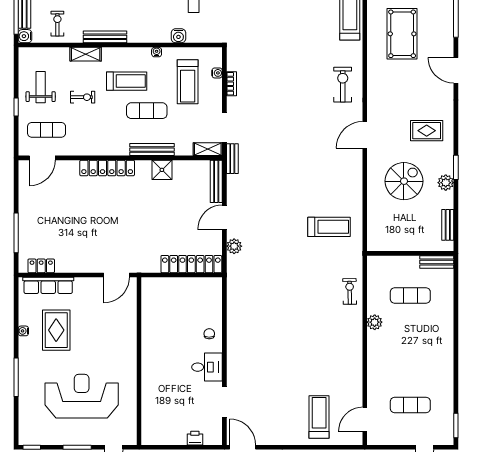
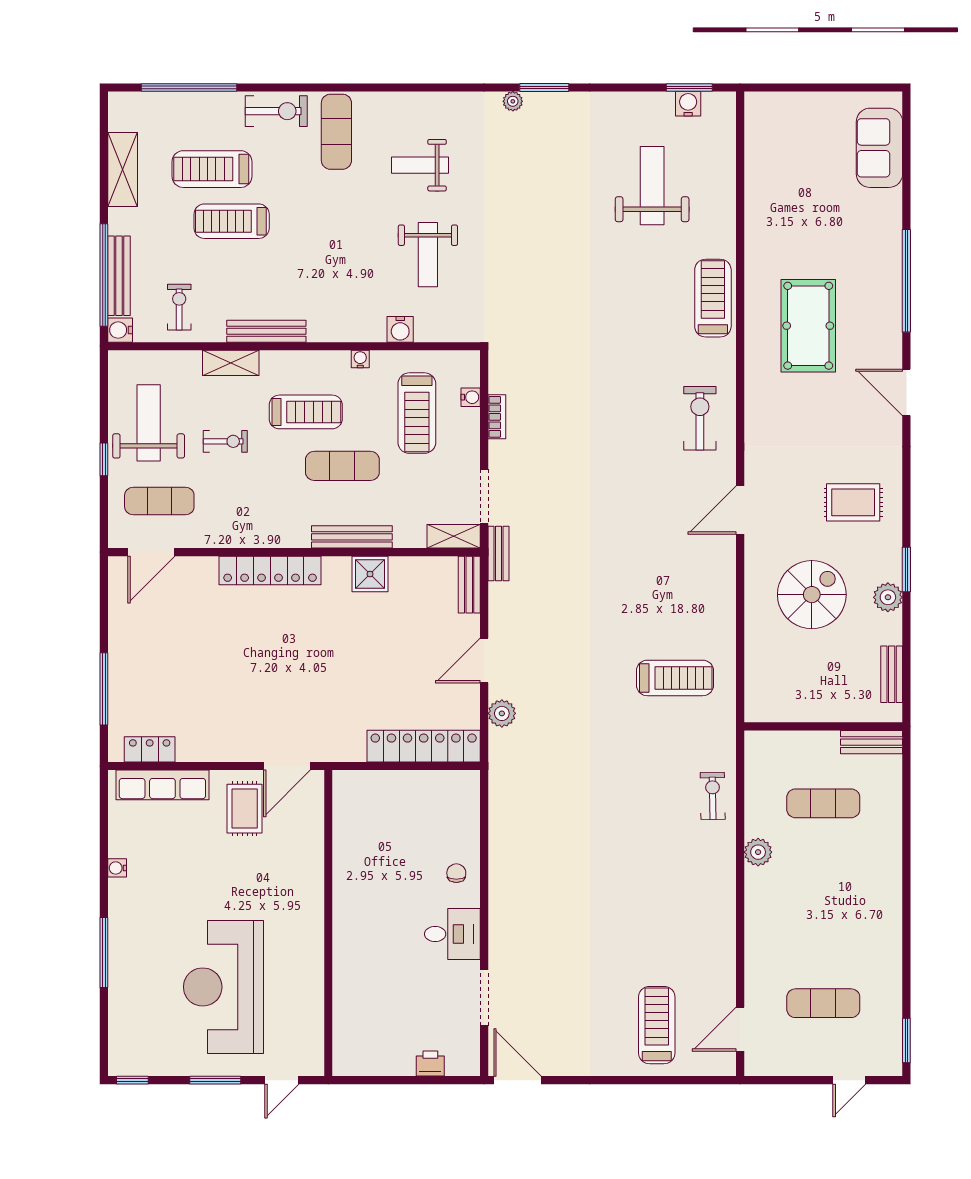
weight bench: (41, 87) -> (149, 423), width x1.36, depth x1.33
bench: (216, 181) -> (469, 585), width x0.73
rug: (56, 330) -> (245, 809), moved, width x0.73, depth x0.70
reception desk: (82, 396) -> (223, 987), turned -90

